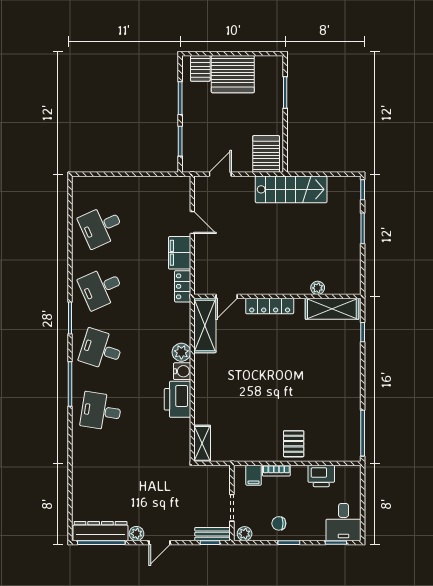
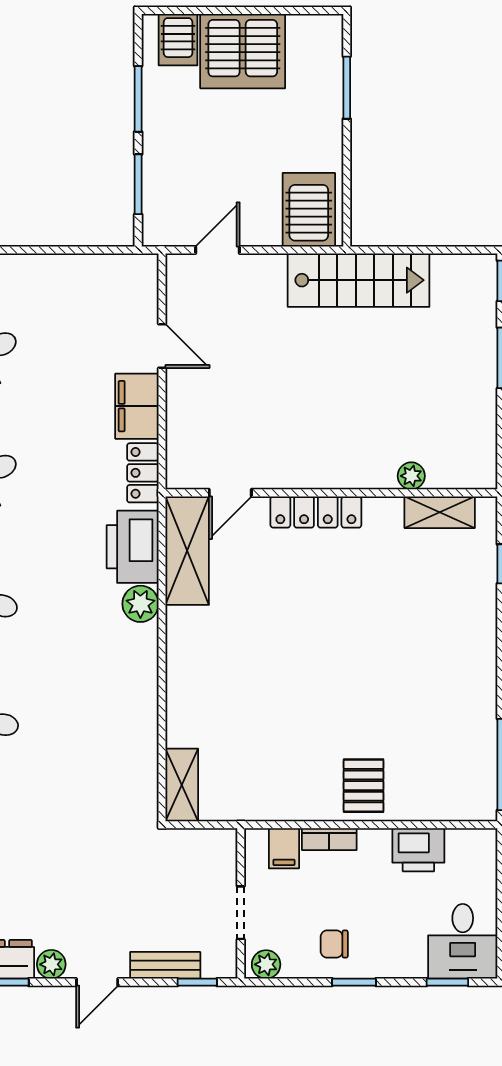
shelving: (332, 309) -> (440, 512), width x0.67, depth x0.75
water cooler: (182, 371) -> (142, 642), removed
printer: (177, 399) -> (133, 547), moved
bench: (212, 534) -> (165, 965), moved

